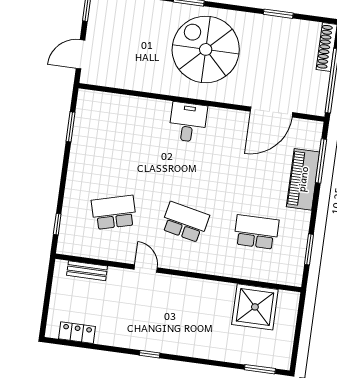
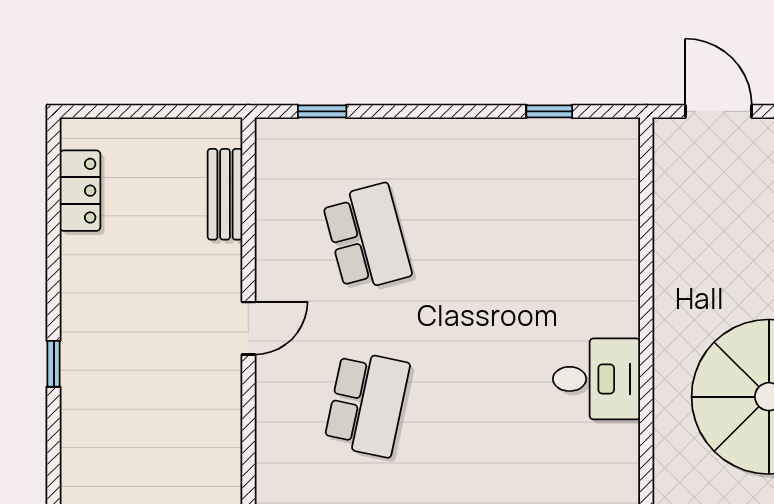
window: (71, 127) -> (549, 111), width x0.67

